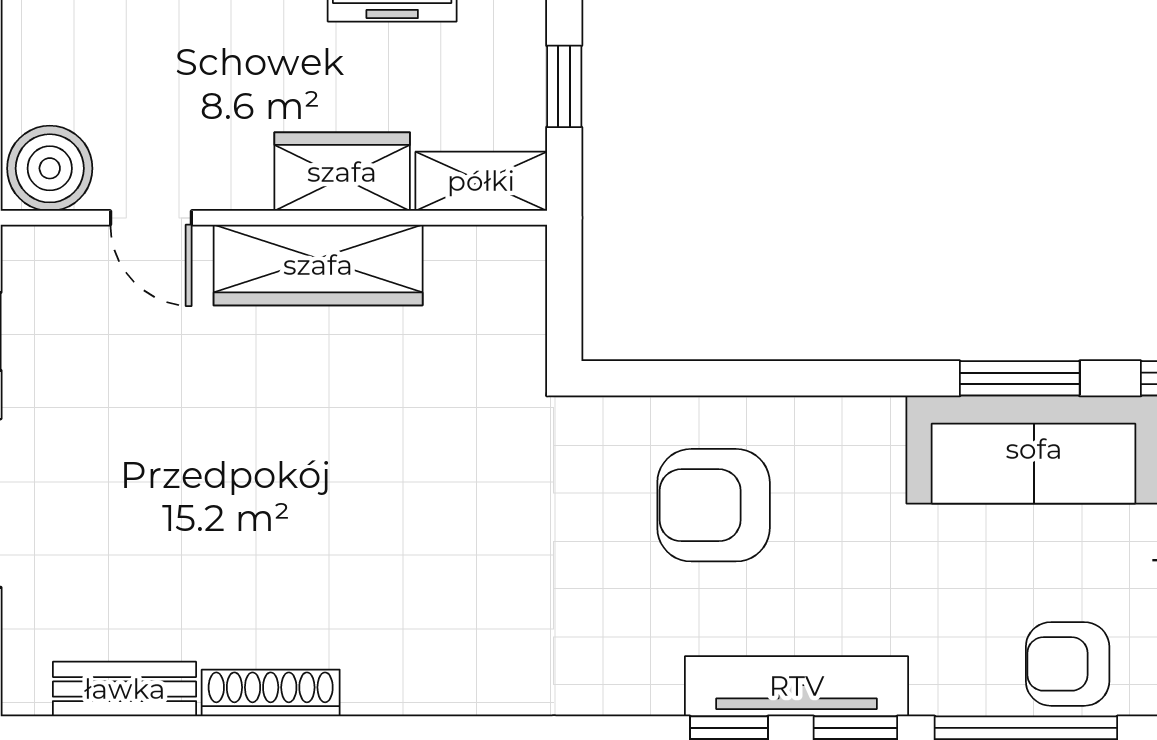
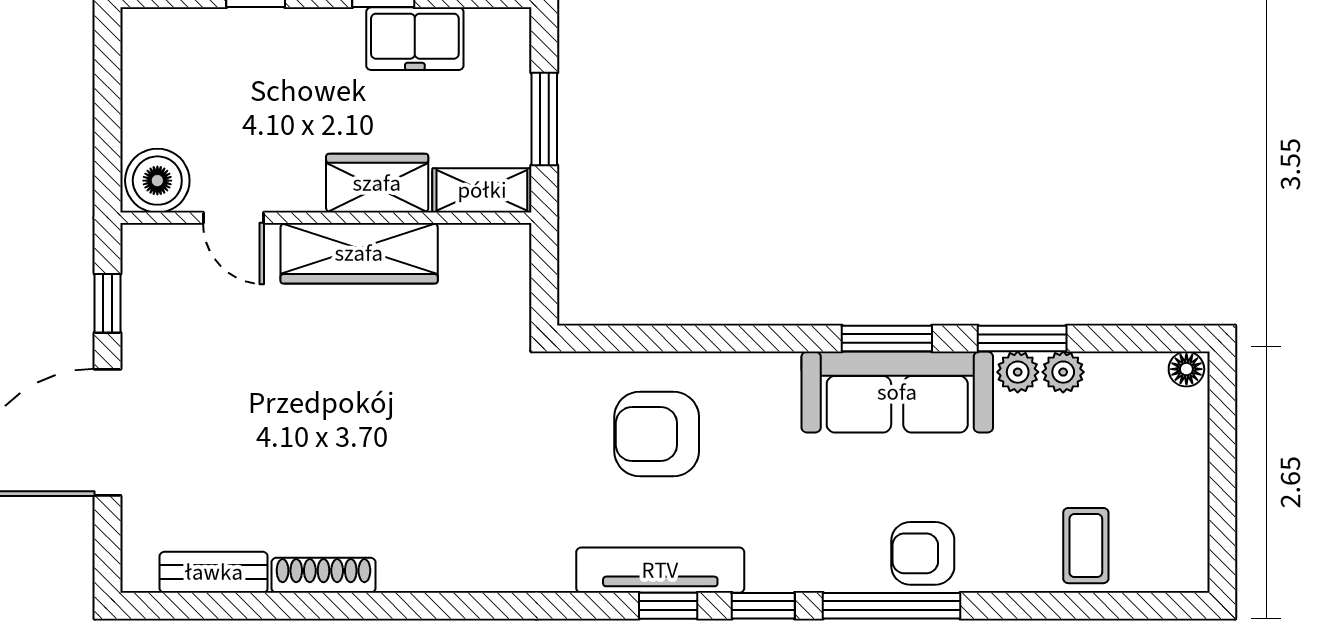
window: (564, 86) -> (544, 119), width x1.50
tv unit: (797, 686) -> (660, 570), moved

